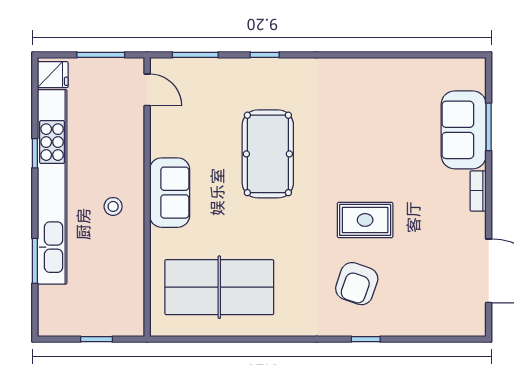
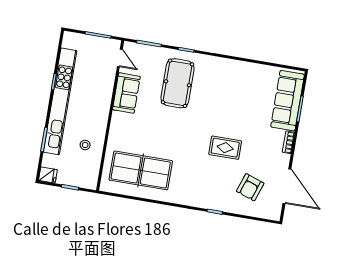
fridge: (53, 75) -> (48, 175), moved
sofa: (464, 130) -> (288, 101), width x1.36
pool table: (268, 154) -> (178, 83), moved
sofa: (170, 193) -> (126, 93), moved
stool: (113, 206) -> (85, 145), moved
armchair: (357, 284) -> (250, 187), moved

